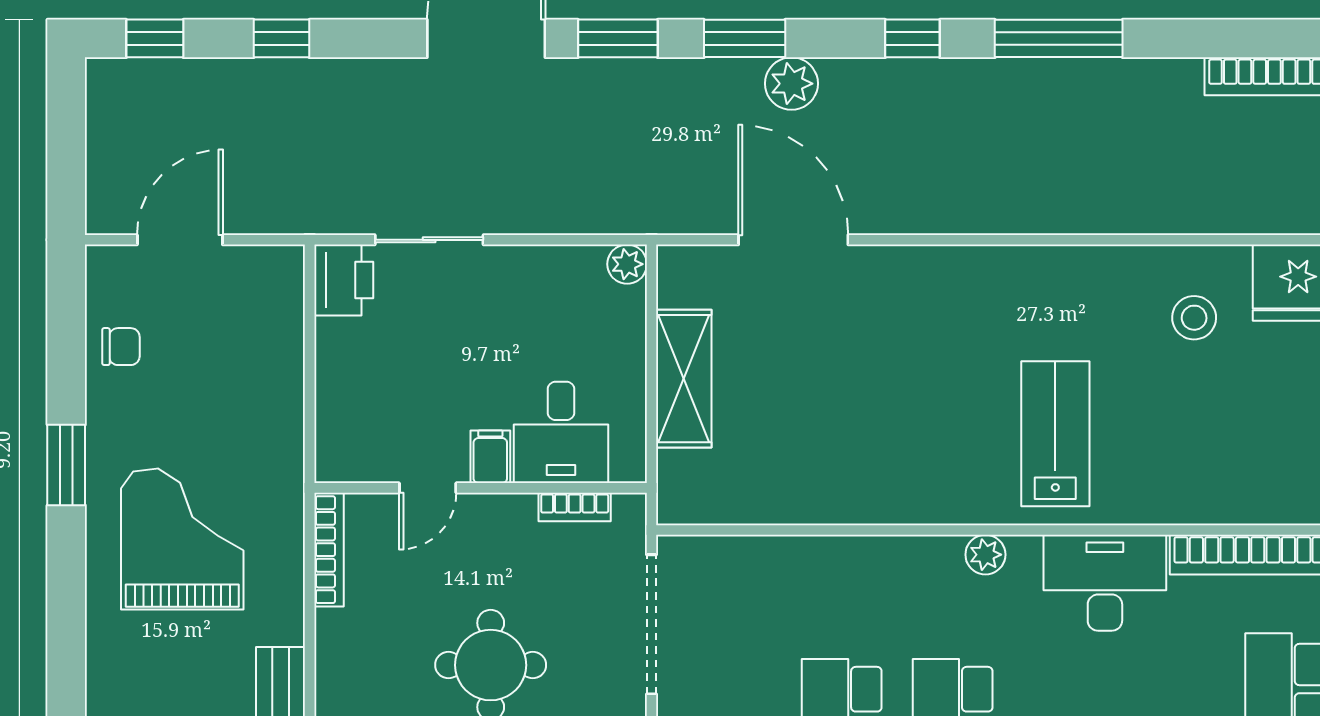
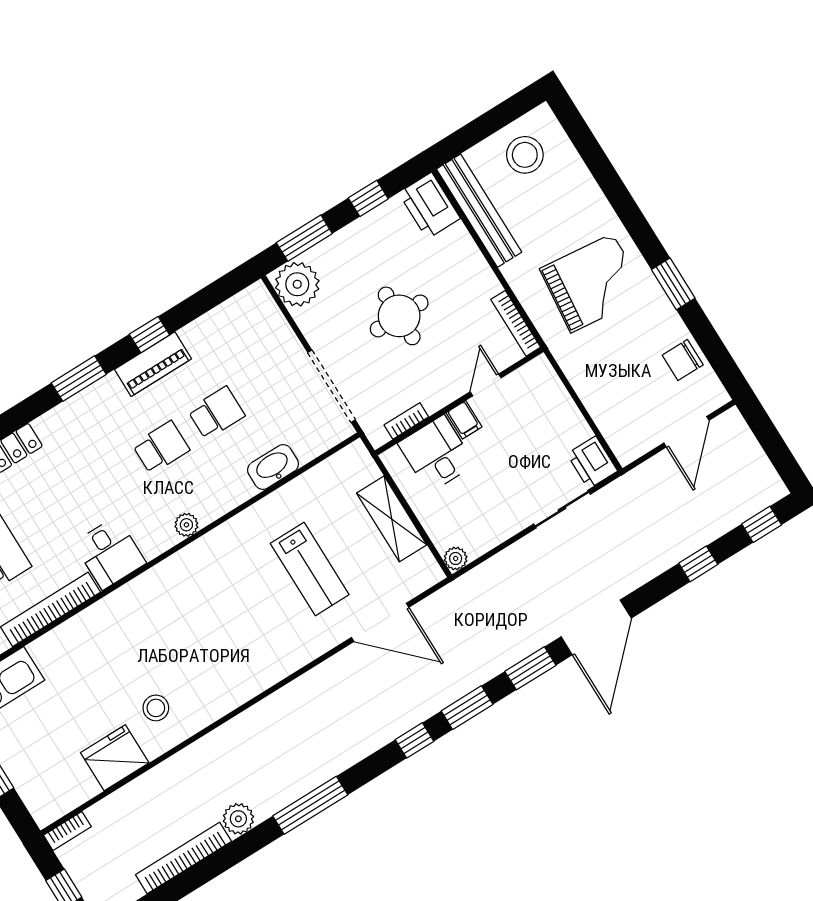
window: (912, 38) -> (415, 740), moved
plant: (791, 84) -> (238, 819), moved
chair: (121, 347) -> (683, 360), width x1.37, depth x1.37
lab bench: (1055, 434) -> (310, 569), moved
grand piano: (182, 539) -> (592, 283), turned -84
washbasin: (808, 560) -> (273, 467), added
desk: (1105, 583) -> (110, 553), width x0.73

